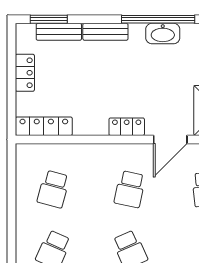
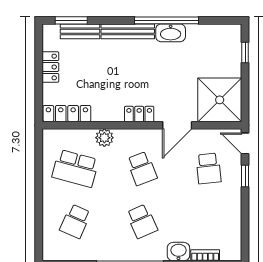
bench: (105, 32) -> (128, 31), width x1.36
plant: (87, 154) -> (104, 138), added
school desk: (53, 189) -> (75, 168), width x1.85
school desk: (130, 189) -> (142, 168), turned -33

